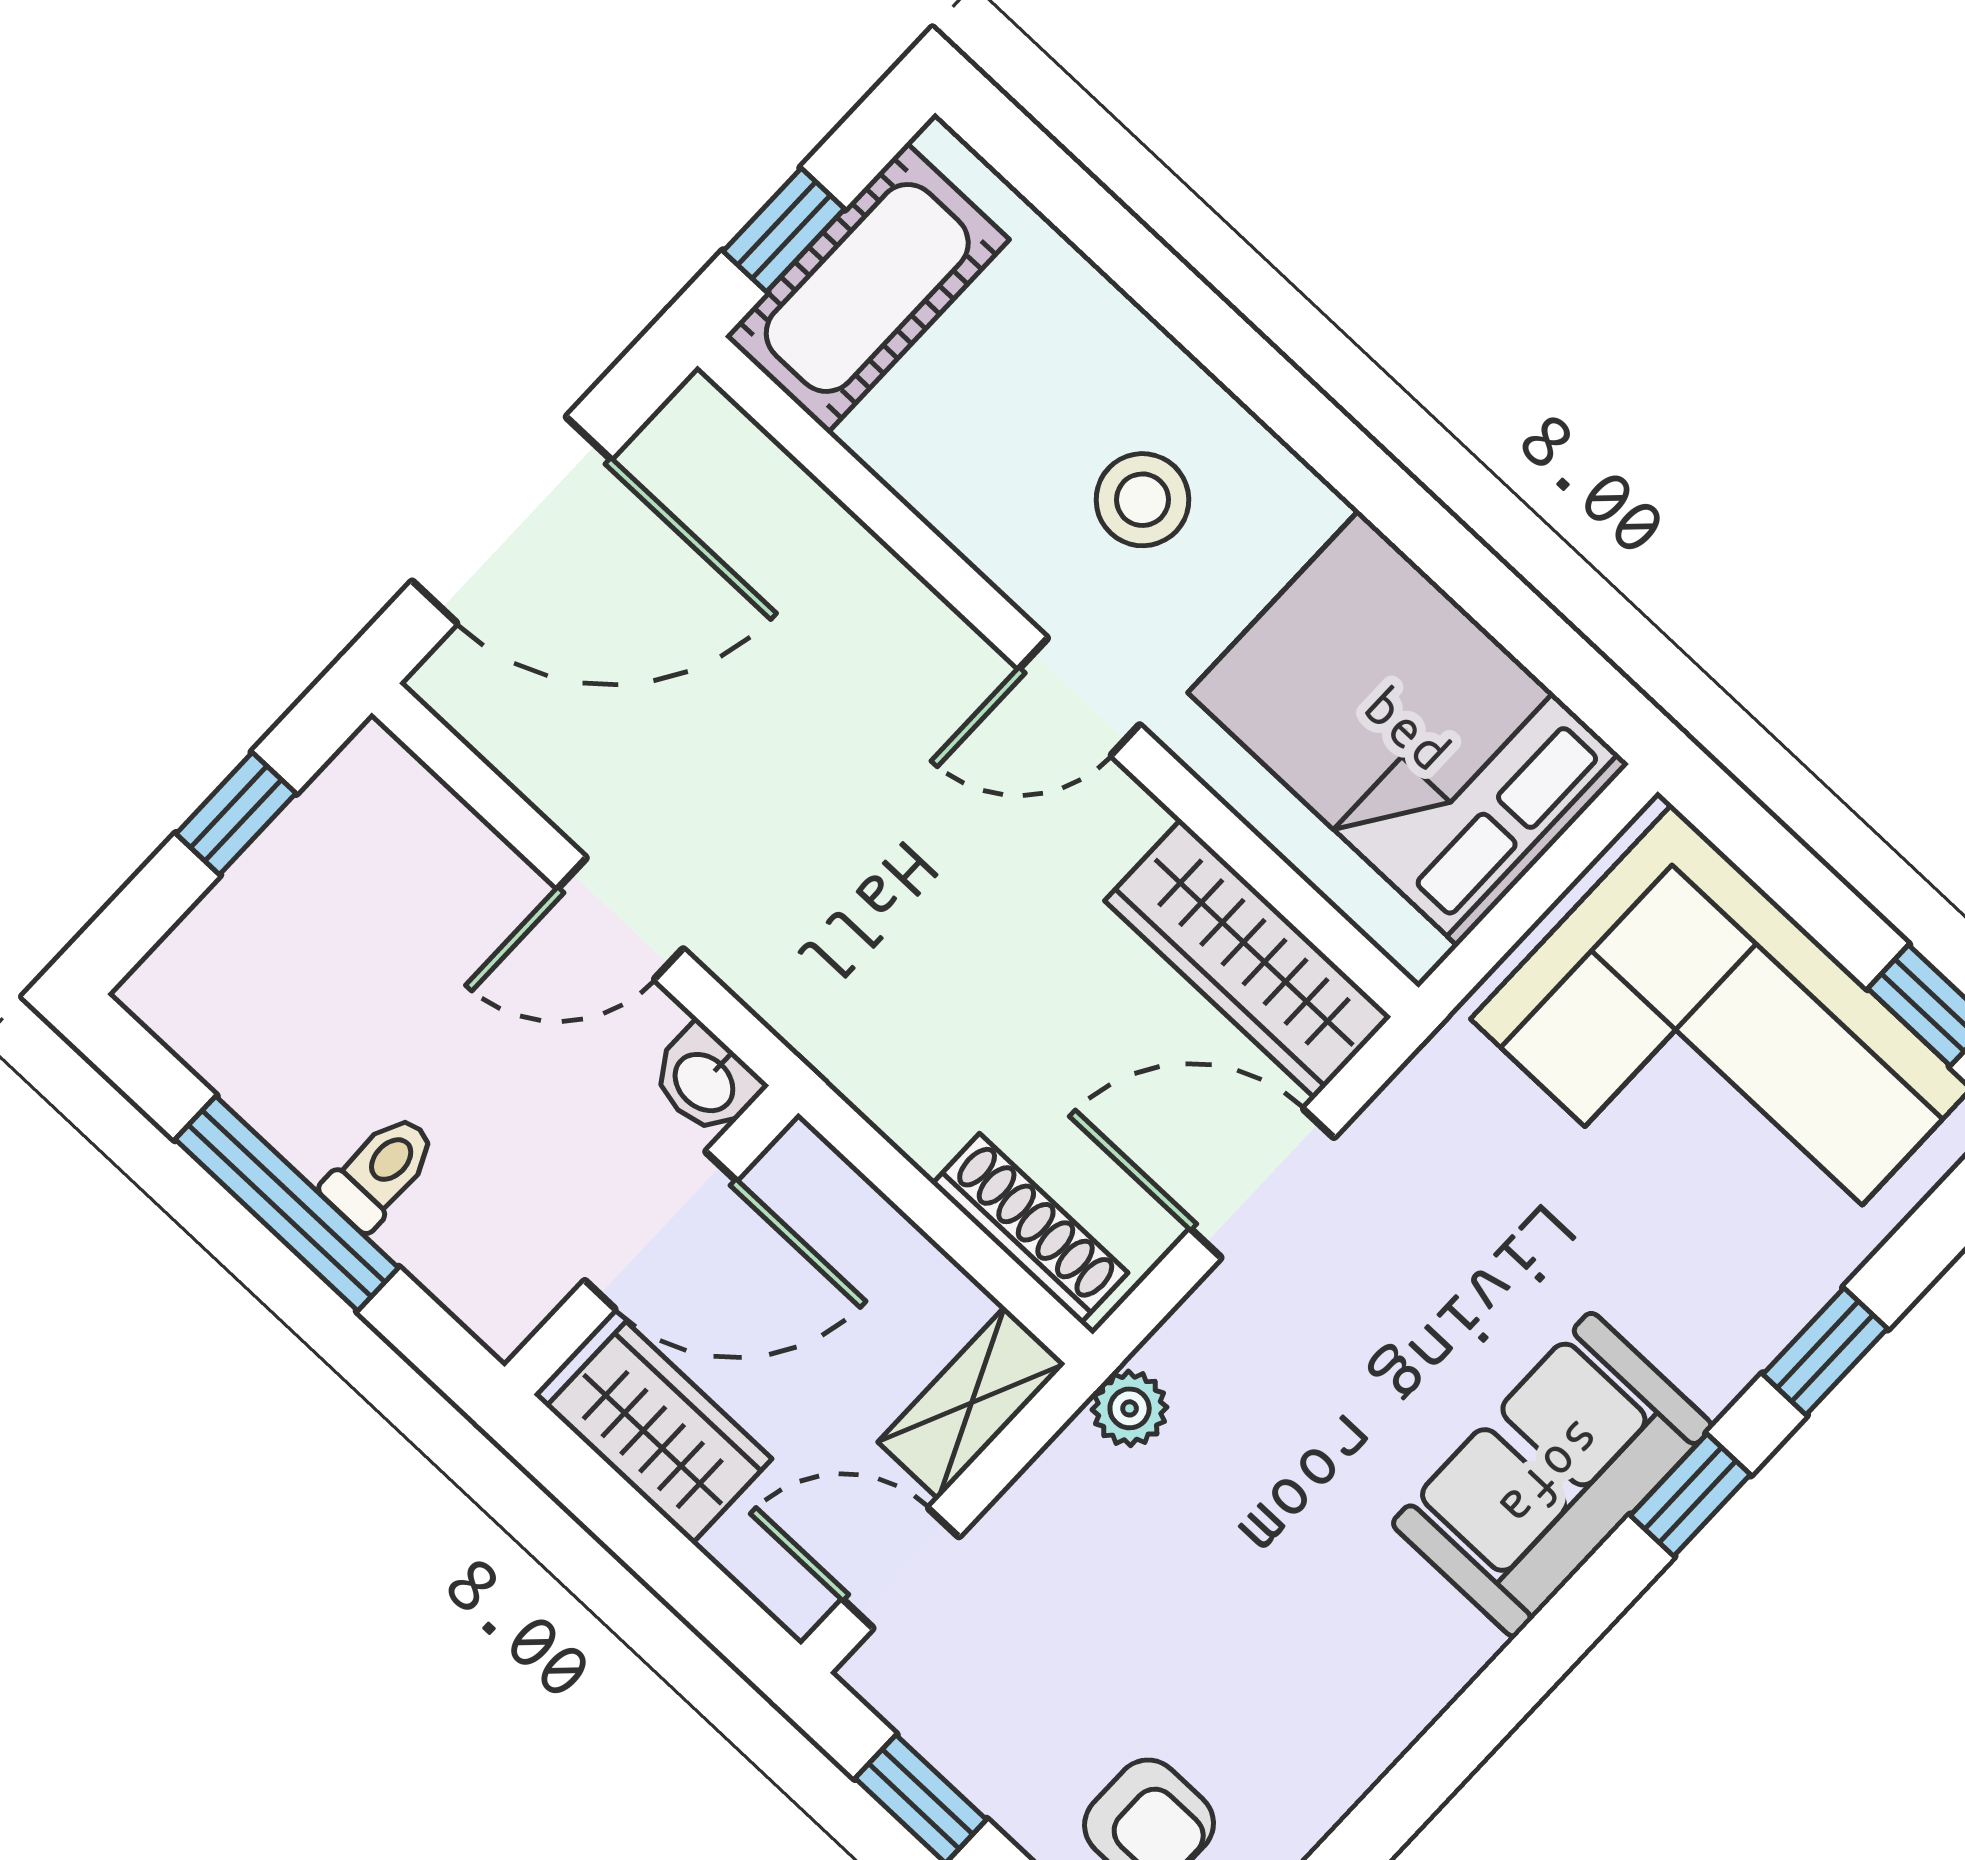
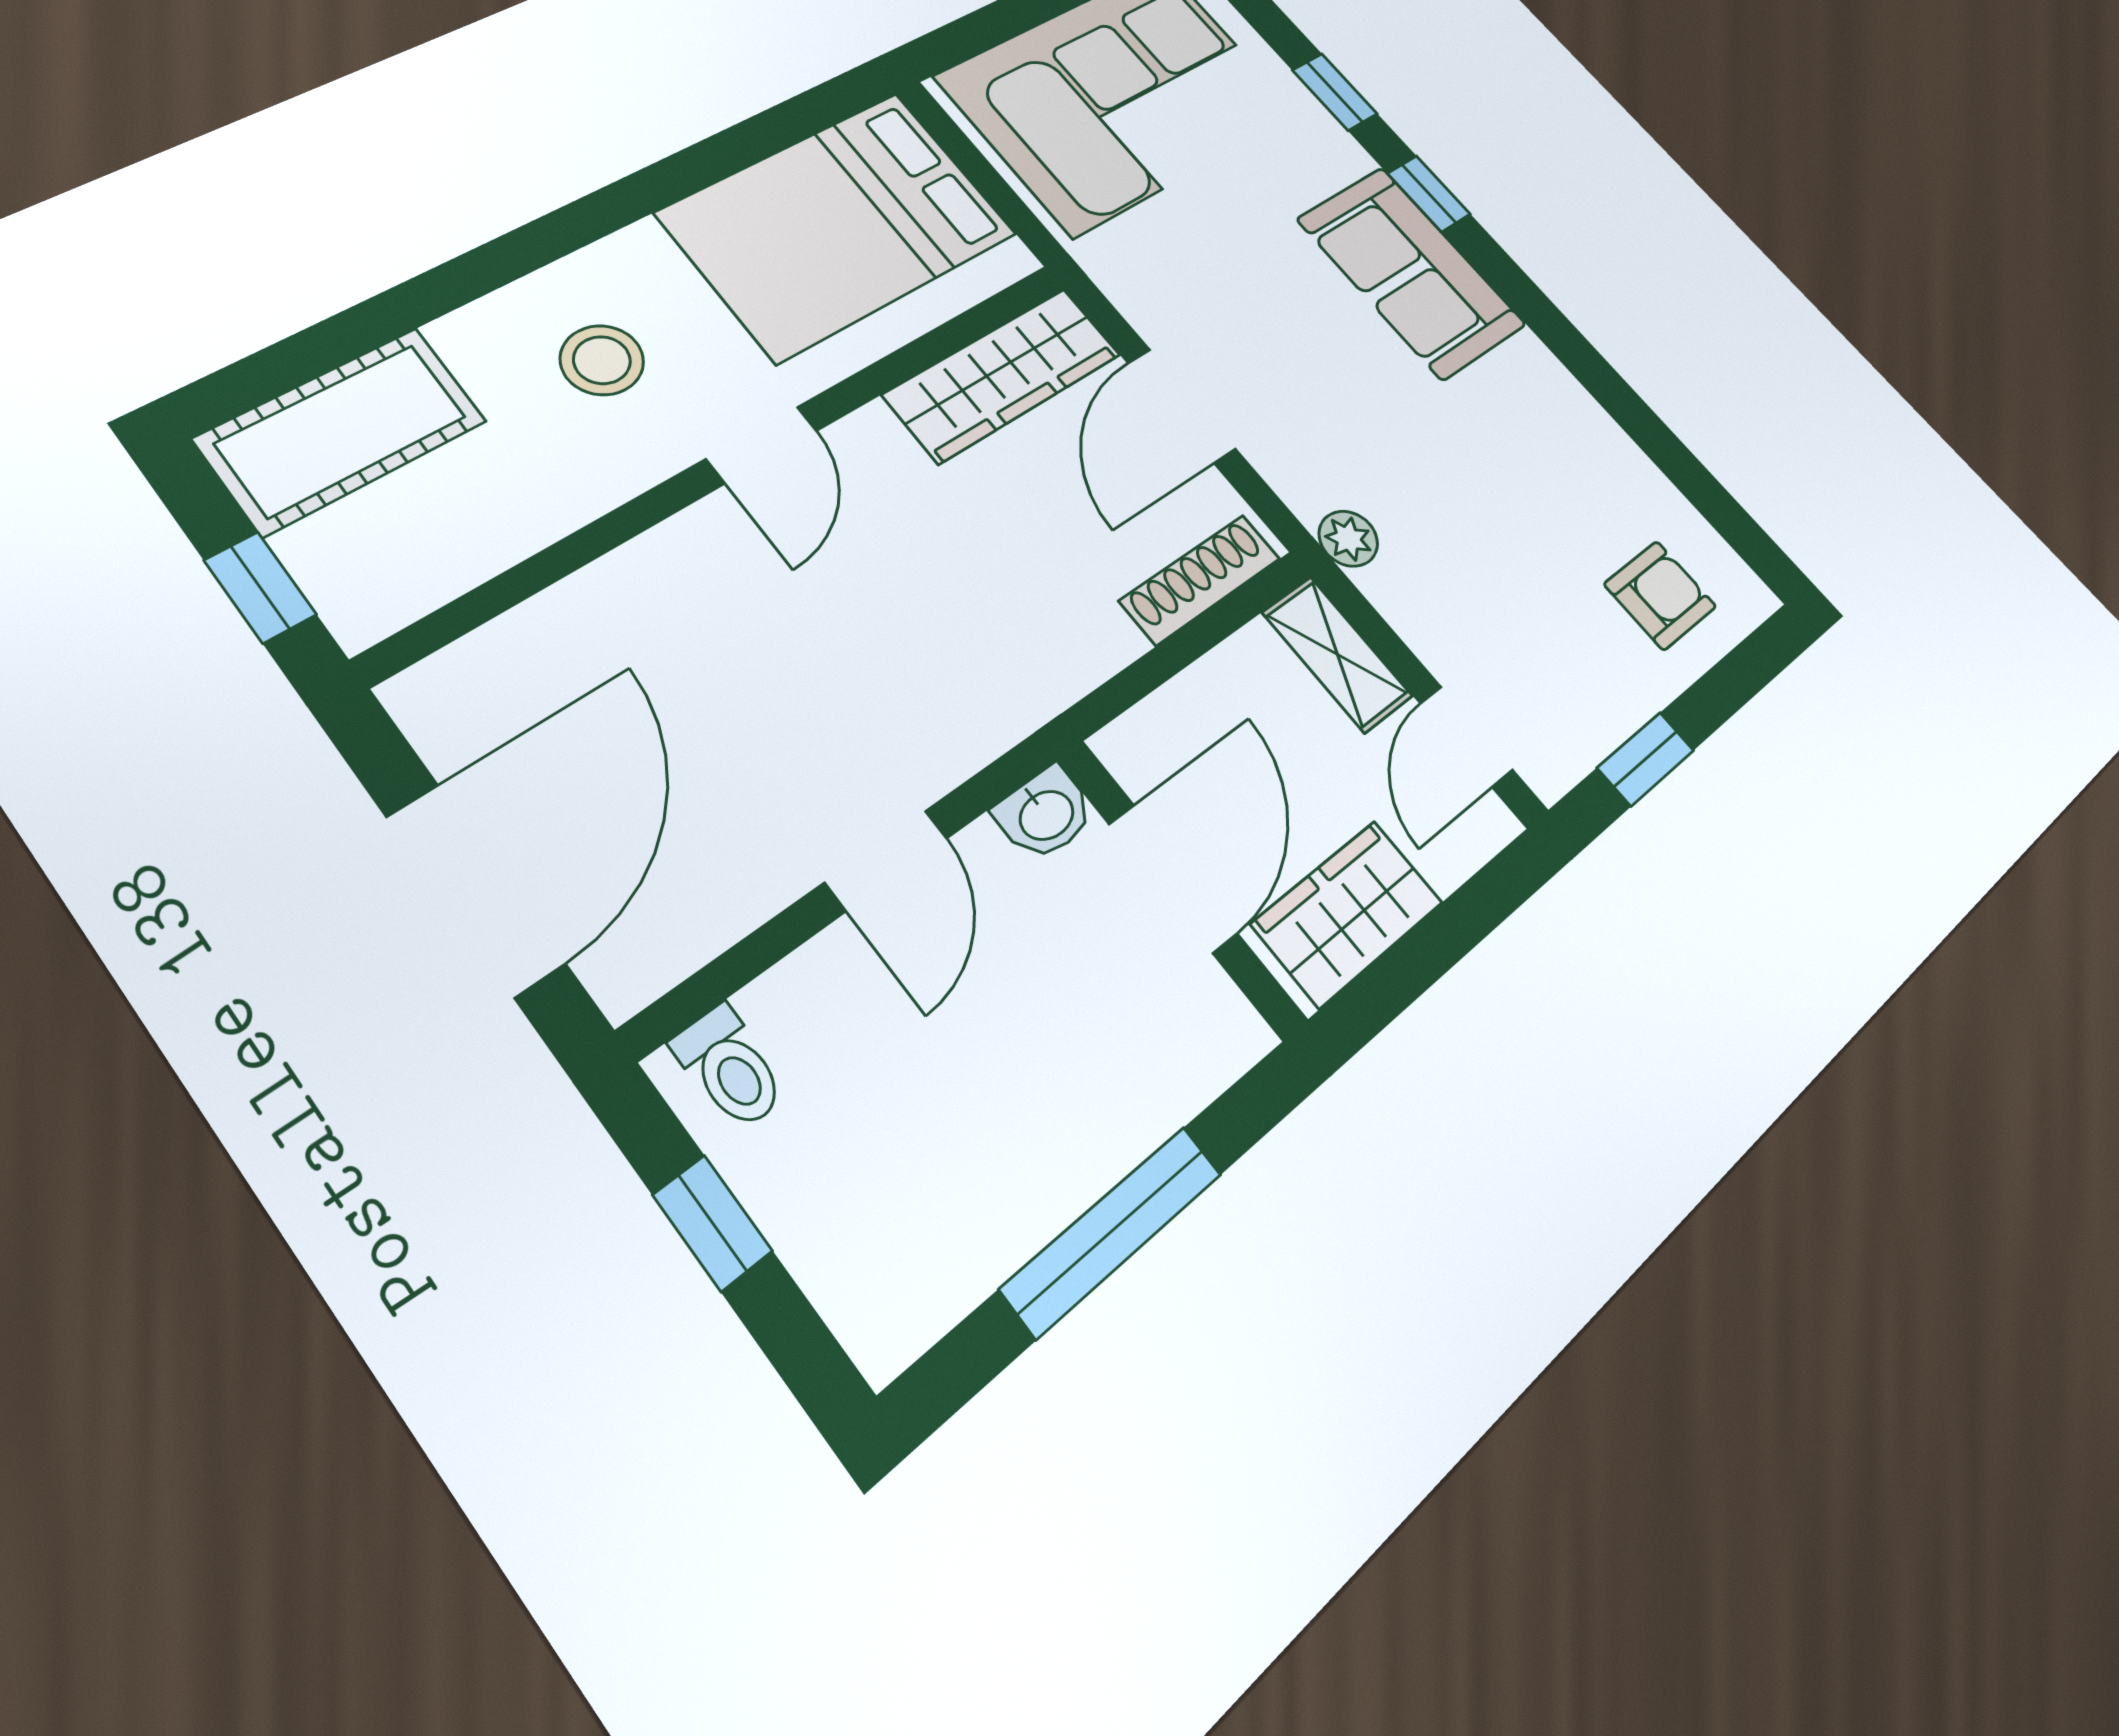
cot: (867, 288) -> (342, 430), moved, turned 90
toilet: (380, 1171) -> (730, 1068), moved, turned 180

